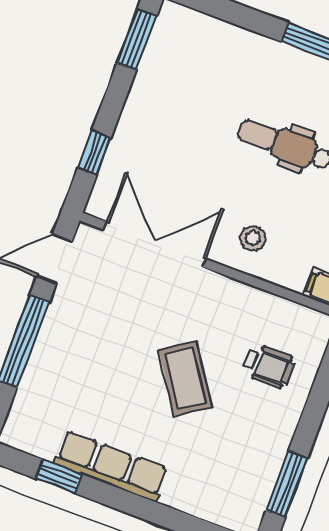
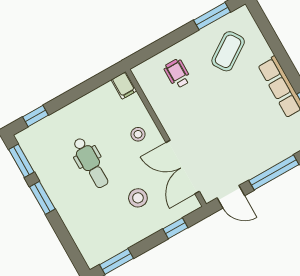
stool: (180, 151) -> (138, 198), added
coffee table: (185, 378) -> (228, 51), moved

